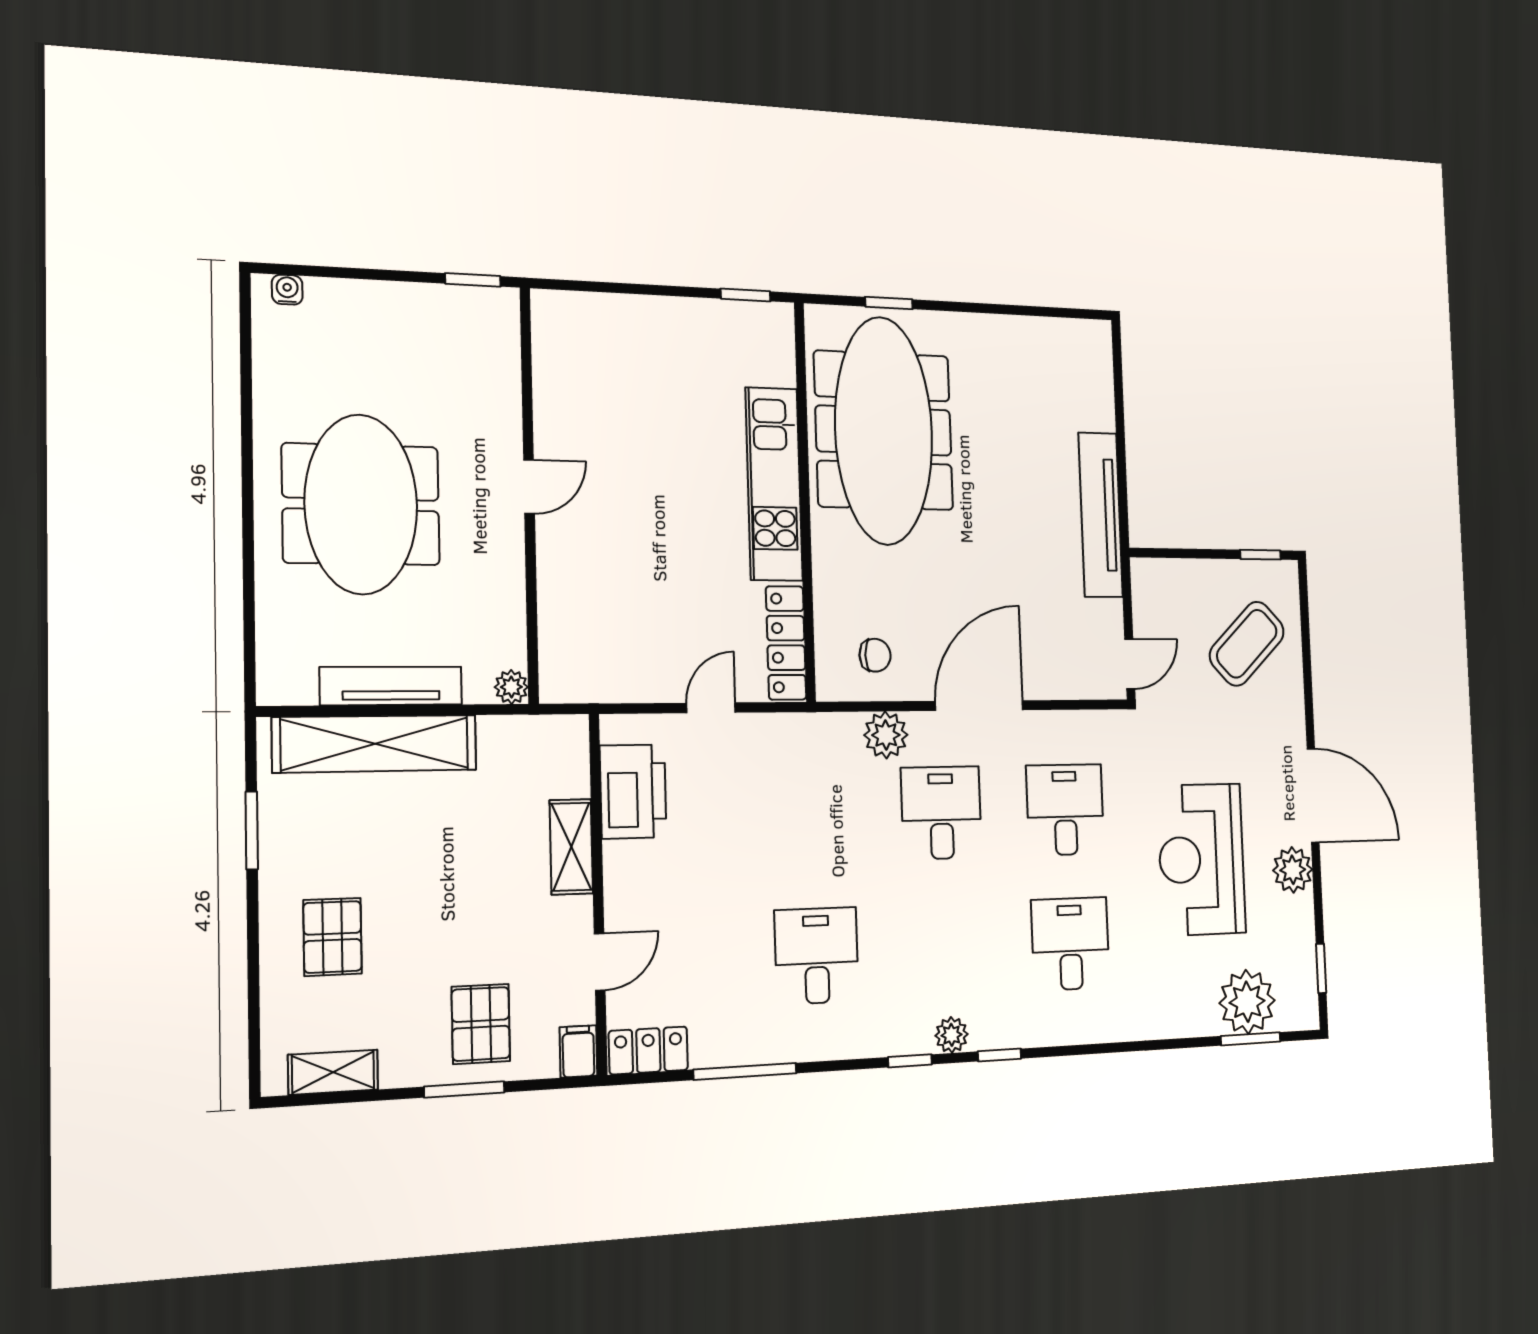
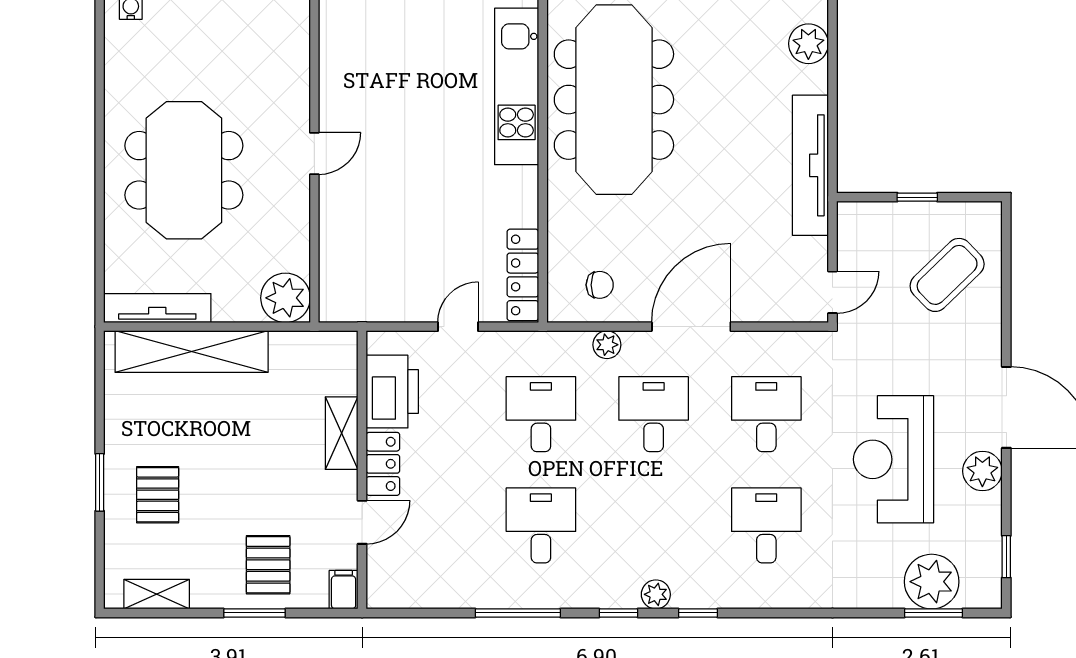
plant: (1093, 373) -> (808, 44), added
kitchen unit: (774, 484) -> (517, 86), moved
window: (1260, 555) -> (917, 197), moved
tv unit: (391, 686) -> (157, 308), moved
plant: (511, 687) -> (285, 298), width x1.88, depth x1.88
plant: (886, 735) -> (607, 345), width x0.73, depth x0.73
desk: (812, 816) -> (541, 414), added
window: (252, 830) -> (100, 482), moved
locker: (648, 1050) -> (383, 464), moved, turned 90
window: (745, 1071) -> (518, 613), moved

